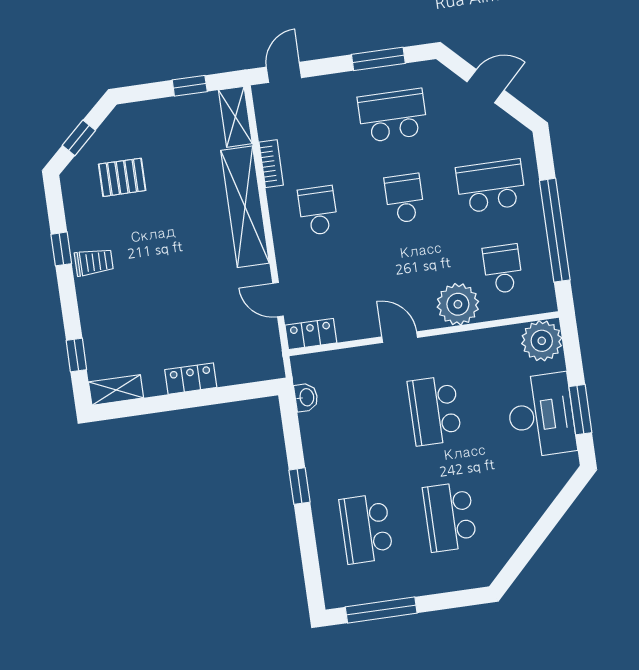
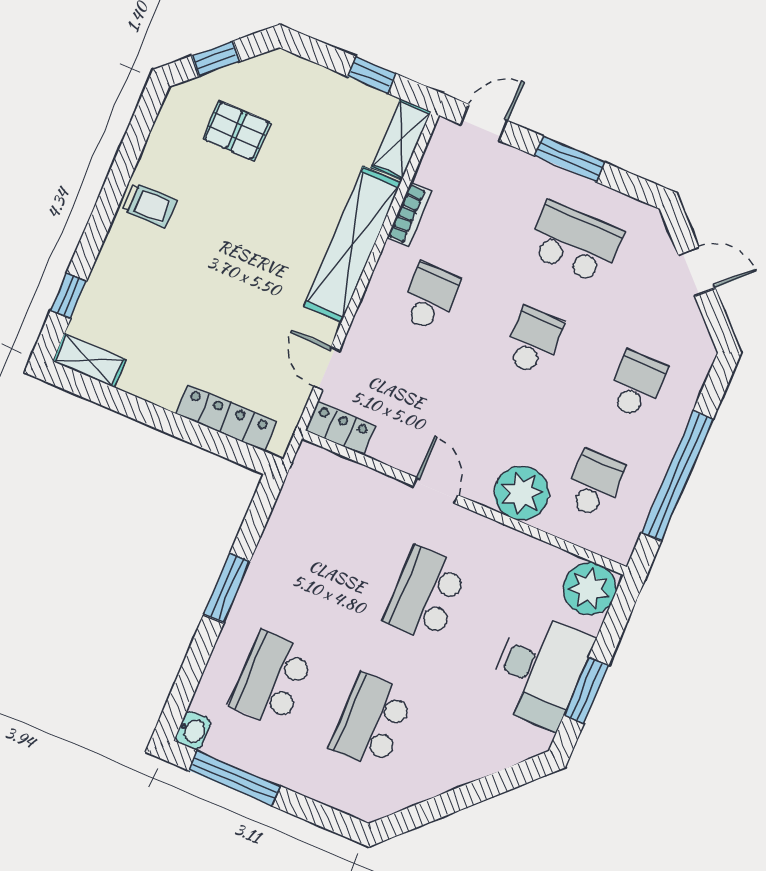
window: (378, 59) -> (569, 159), moved
school desk: (491, 186) -> (636, 385), width x0.54
window: (61, 249) -> (122, 169), removed
locker: (191, 379) -> (226, 418), moved, width x1.53
washbasin: (306, 397) -> (193, 730), moved
window: (299, 486) -> (227, 588), width x1.50

